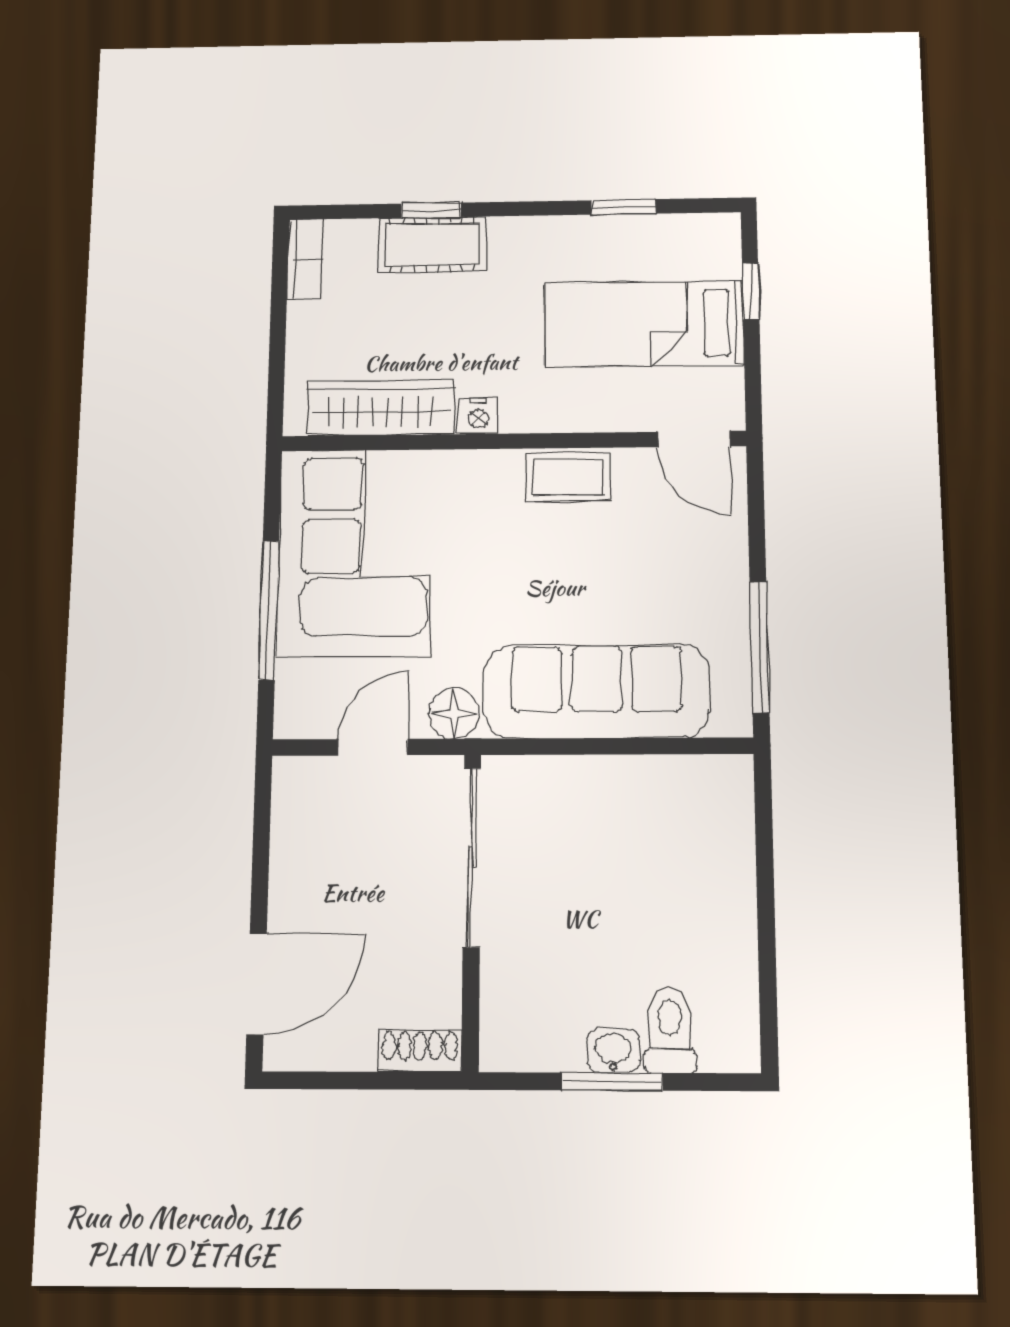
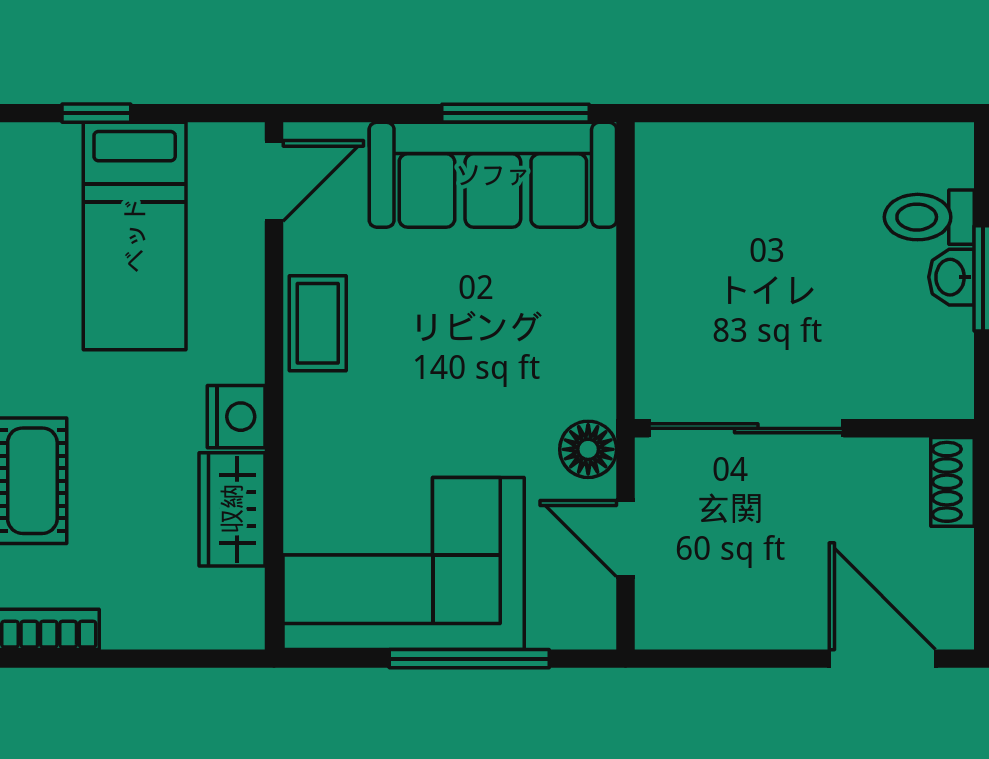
wardrobe: (380, 408) -> (232, 509), width x0.67
nightstand: (478, 416) -> (236, 417), width x1.39, depth x1.35
sofa: (597, 691) -> (493, 175), moved, turned -90

